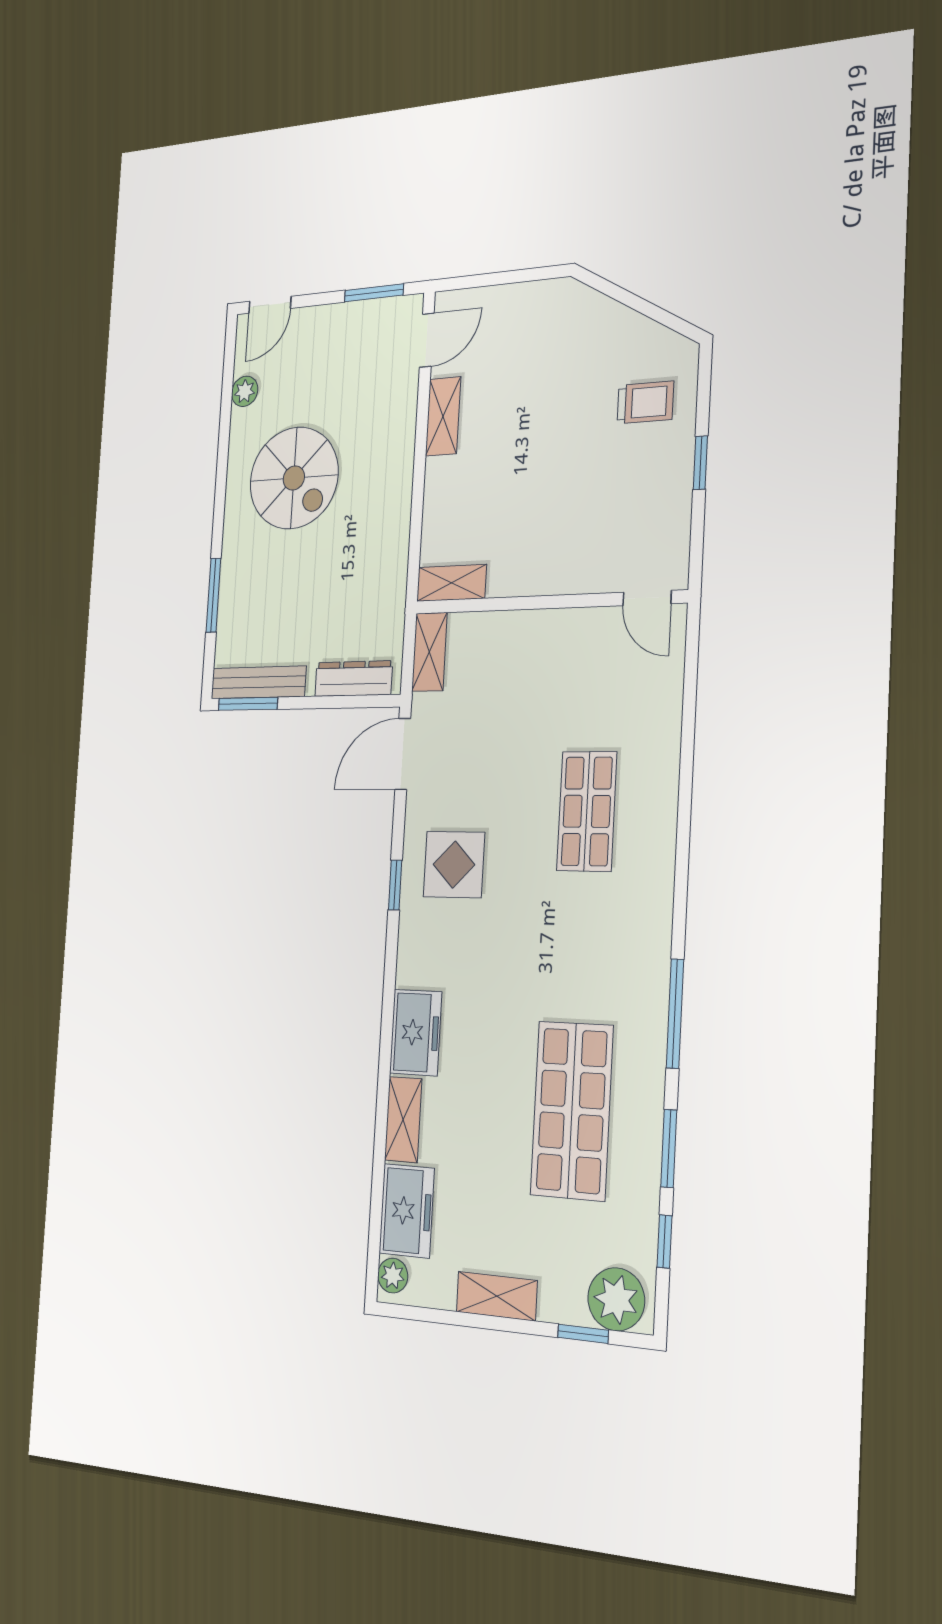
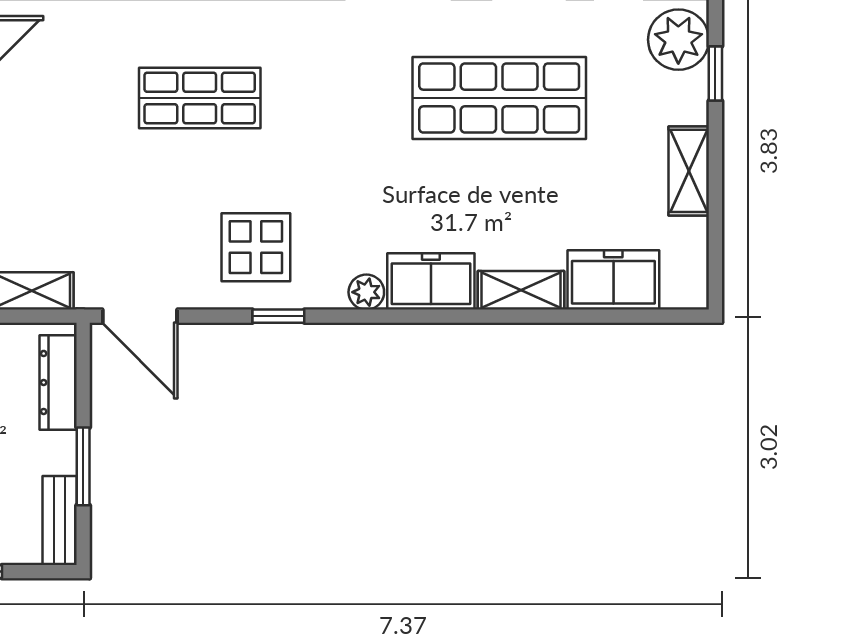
bench: (258, 682) -> (60, 521), width x0.73
window: (248, 704) -> (83, 466), moved
plant: (393, 1276) -> (366, 292), moved

